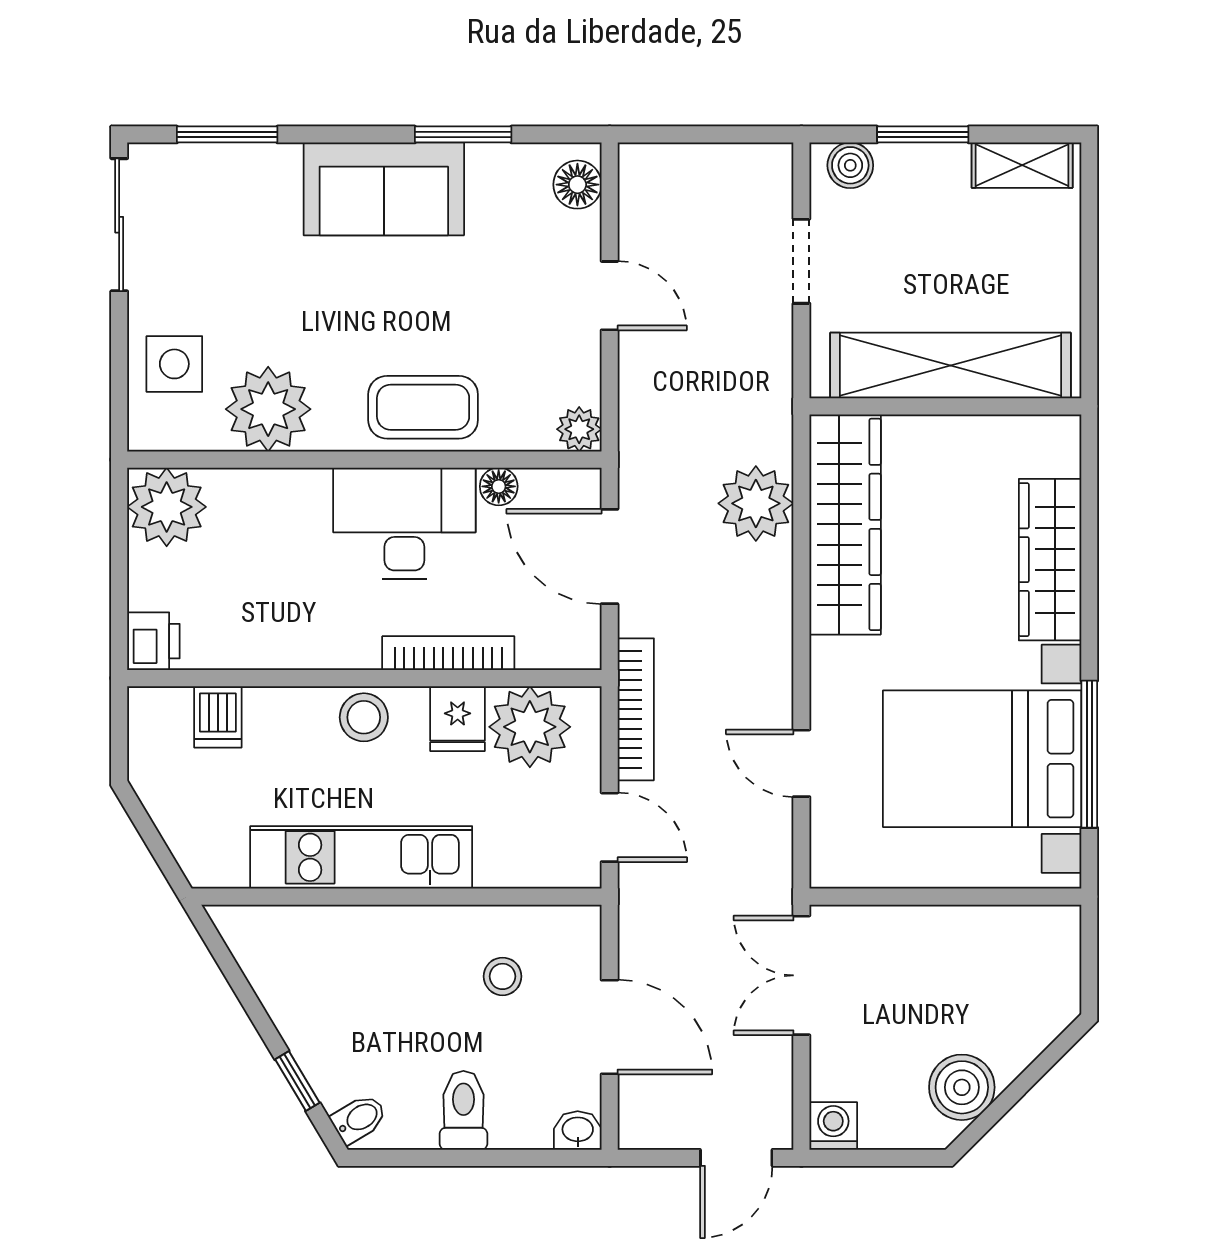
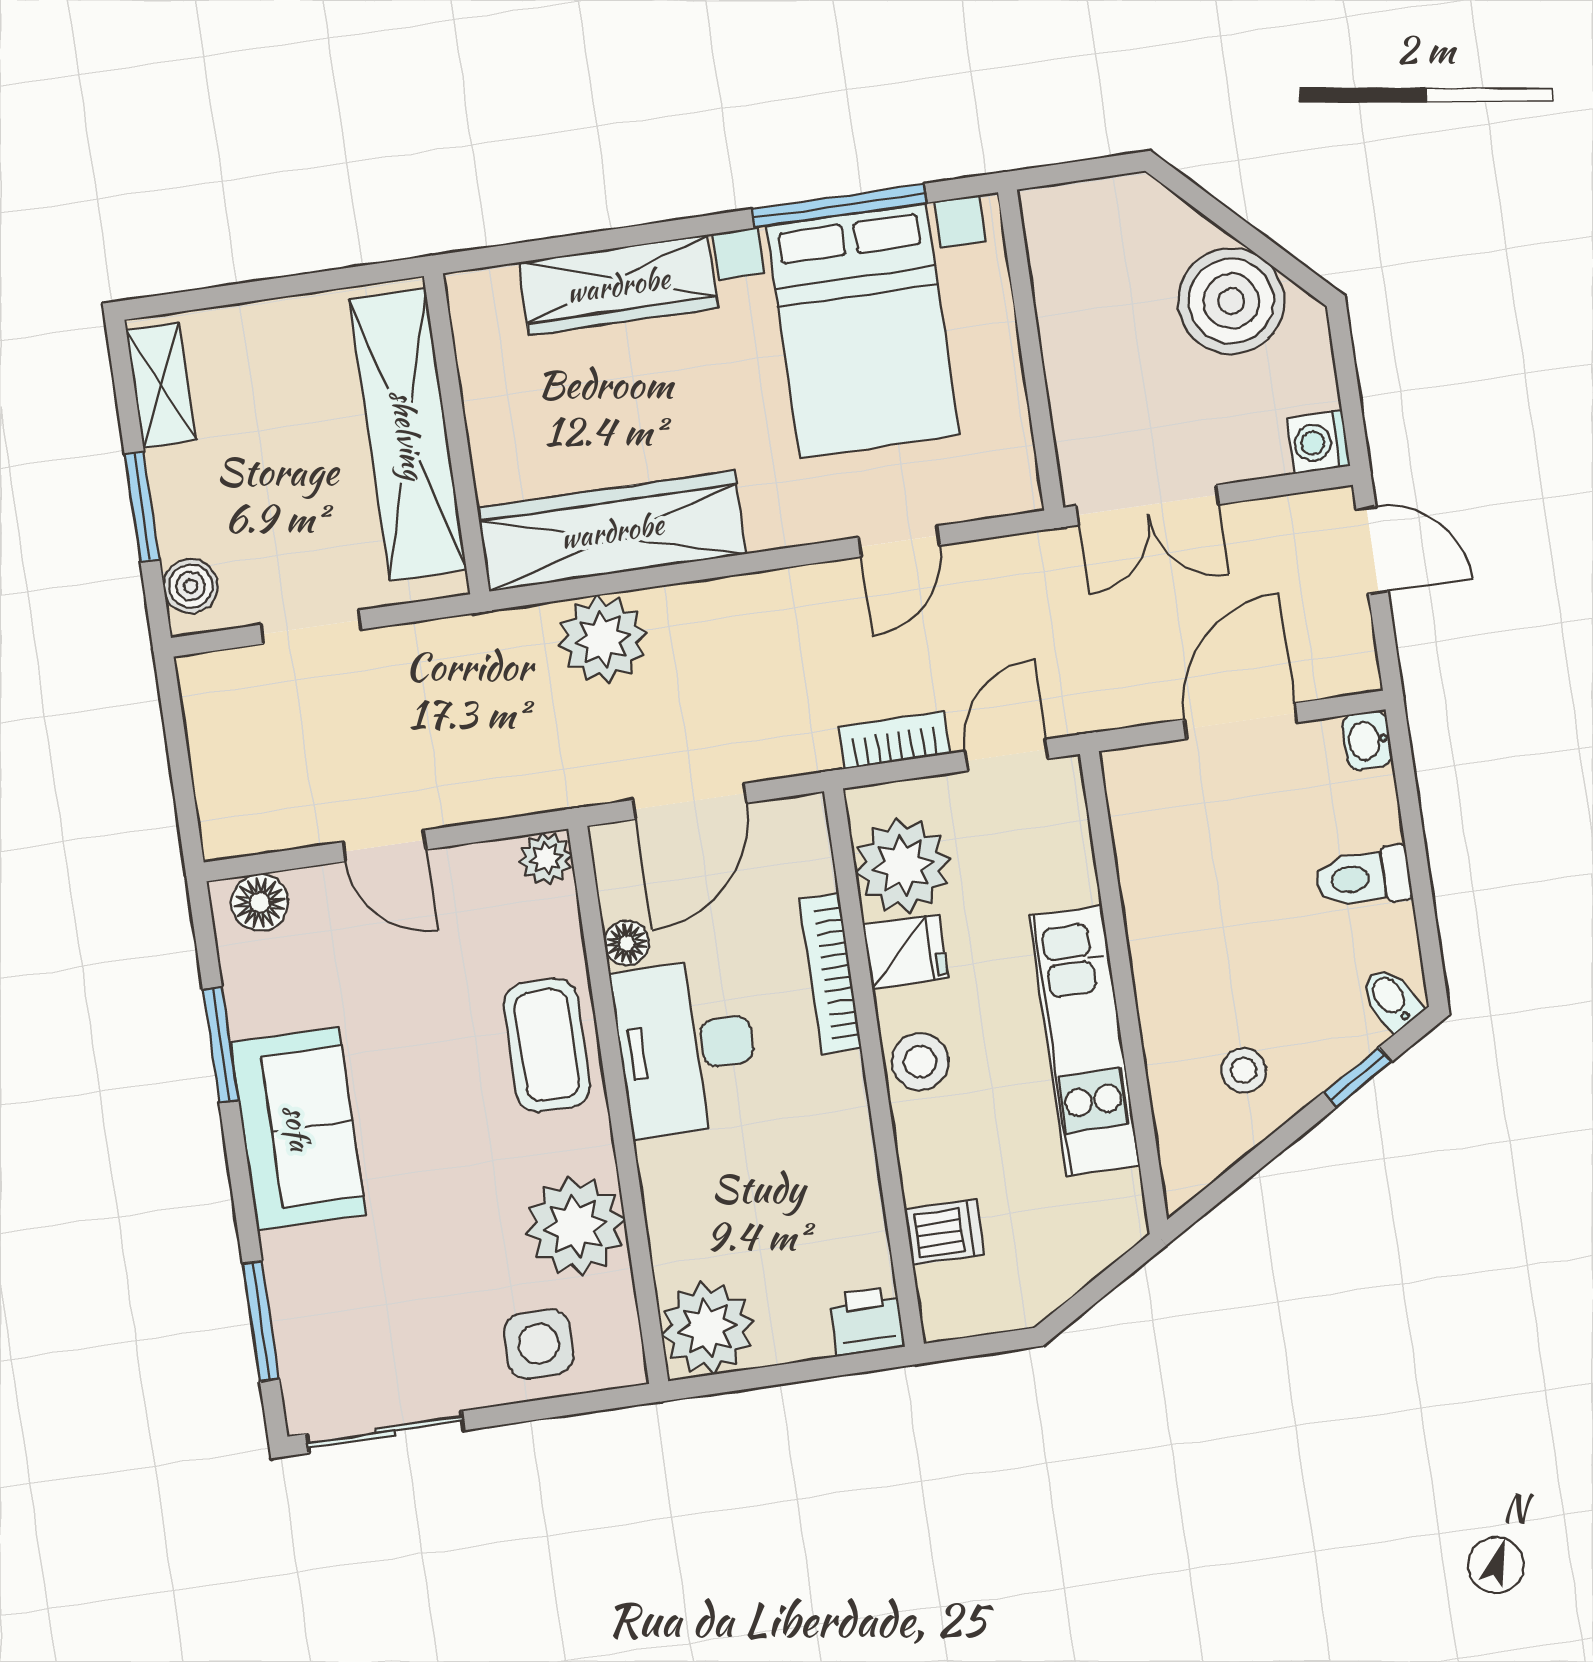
door: (610, 296) -> (384, 846), swing flipped
bookcase: (636, 709) -> (894, 740), width x0.64
stool: (503, 976) -> (1244, 1070), moved
boiler: (962, 1087) -> (1231, 301), width x1.37, depth x1.37

